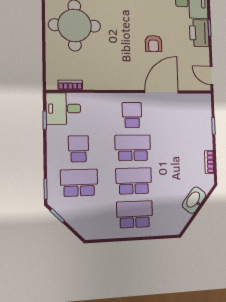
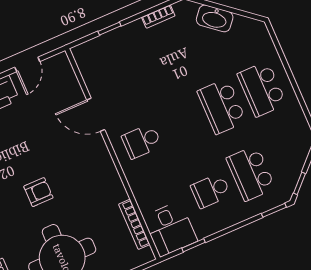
armchair: (154, 44) -> (38, 192), moved
door: (211, 75) -> (27, 64), moved
bookcase: (70, 85) -> (134, 224), width x1.56
door: (162, 92) -> (96, 115), width x0.73
school desk: (133, 148) -> (182, 124), removed

